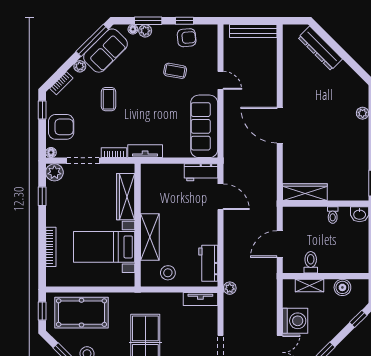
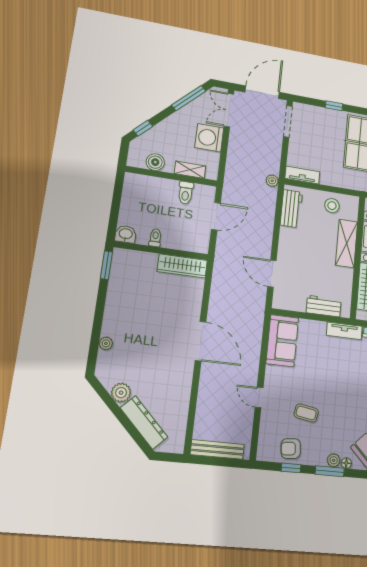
plant: (343, 72) -> (121, 393), added
sofa: (204, 126) -> (282, 341), width x0.73
workbench: (201, 172) -> (324, 306), moved

